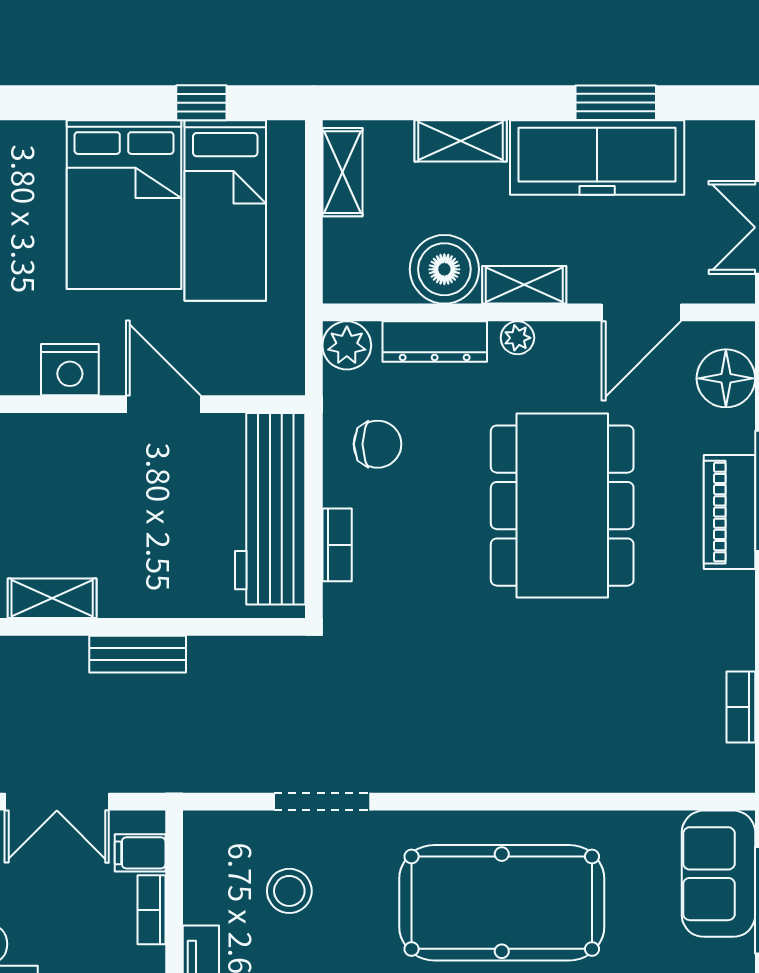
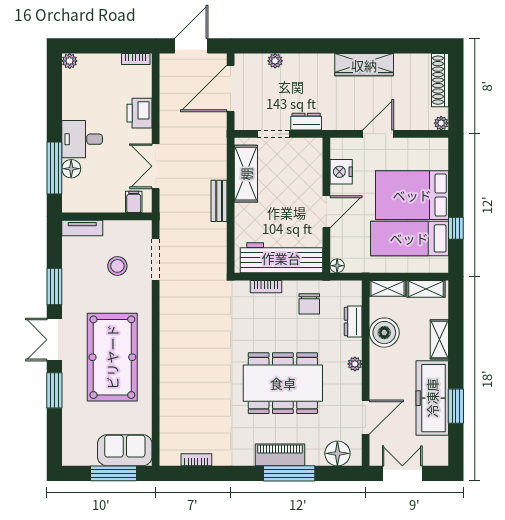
shelving: (524, 285) -> (387, 288), moved, turned 90
door: (641, 312) -> (366, 417), swing flipped
dresser: (435, 342) -> (353, 322), width x0.70
plant: (347, 345) -> (352, 291), removed
floor lamp: (289, 379) -> (337, 266), added
shelving: (52, 598) -> (246, 174), width x1.50, depth x1.33
doorway: (322, 802) -> (156, 260), moved
bookcase: (151, 910) -> (109, 207), removed

